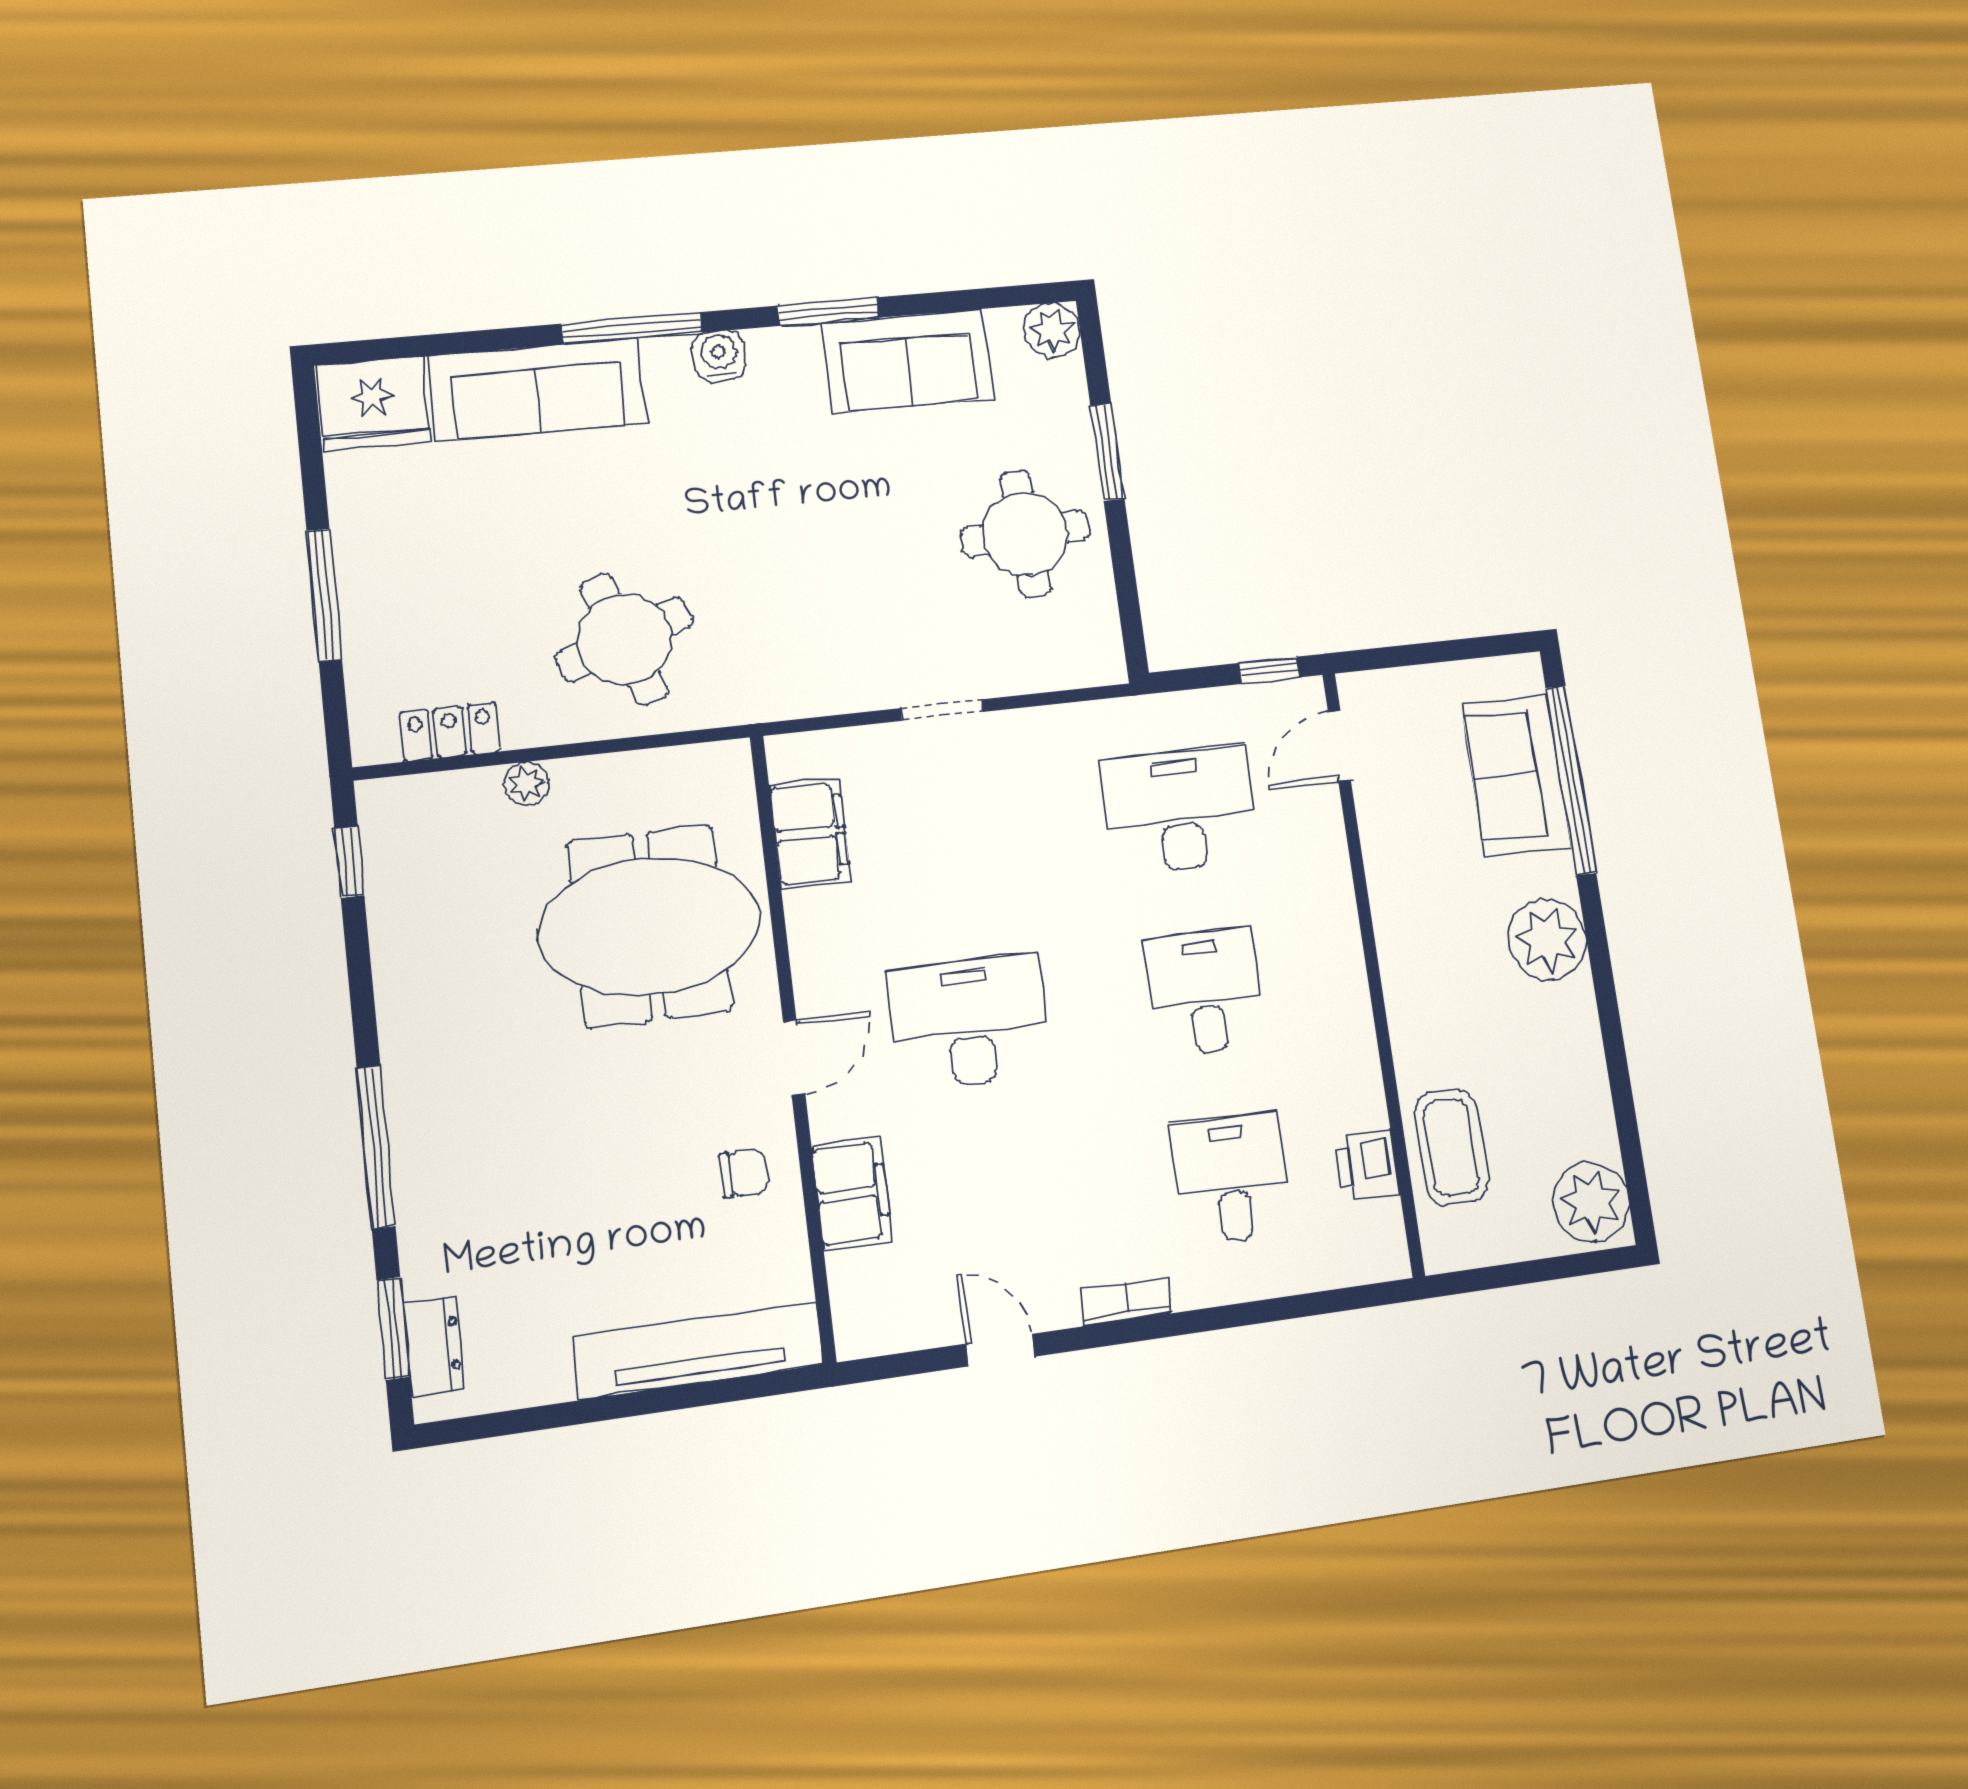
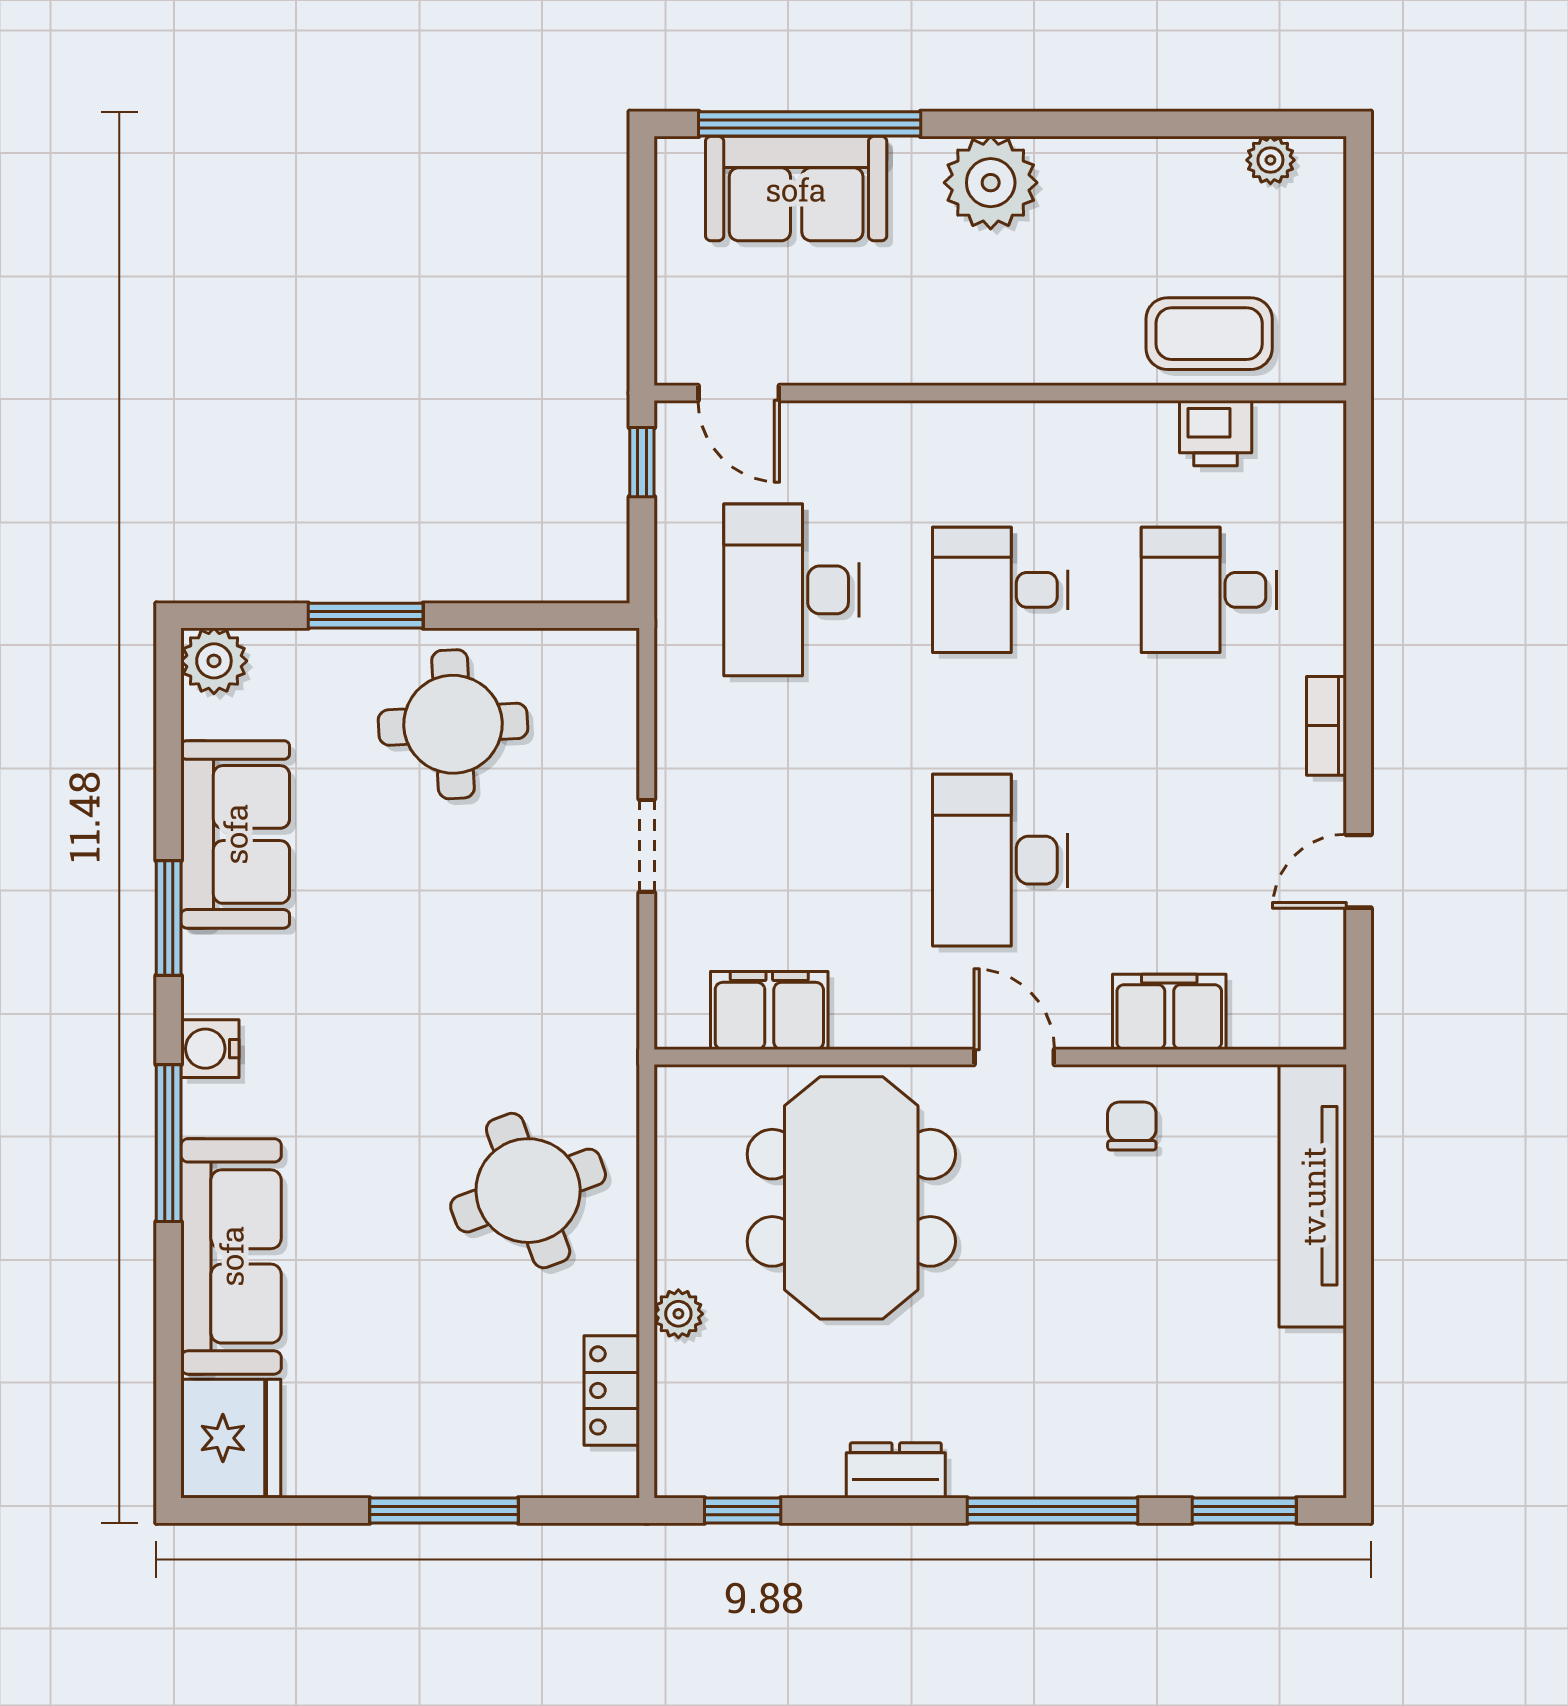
plant: (1591, 1202) -> (1270, 160), width x0.53, depth x0.53
dresser: (434, 1346) -> (896, 1470), moved

